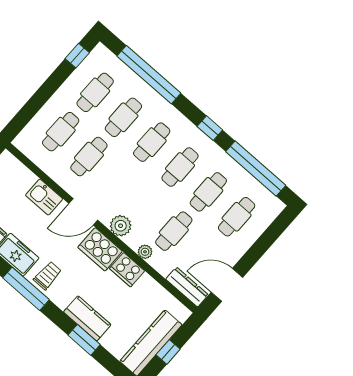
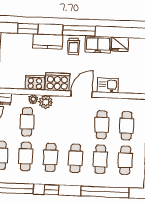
plant: (121, 226) -> (46, 102), moved
kitchen counter: (87, 318) -> (48, 41), moved

